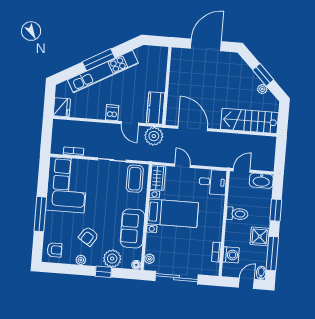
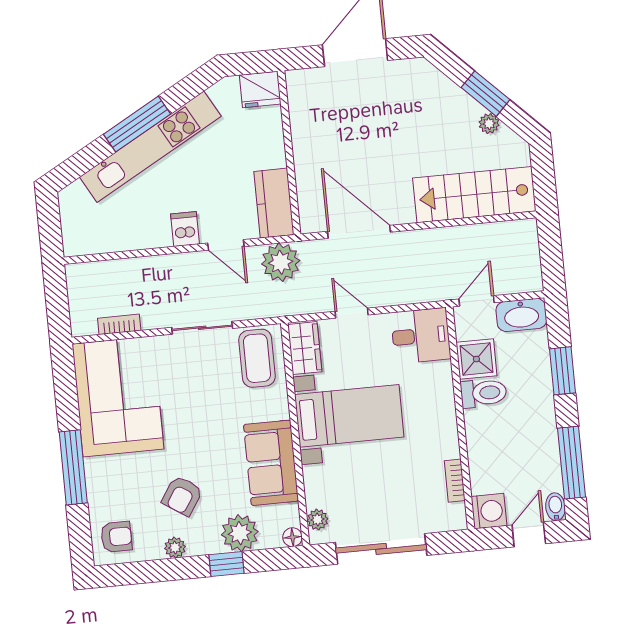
fridge: (62, 107) -> (260, 89), moved, turned 90
shower: (260, 236) -> (476, 359), moved
washing machine: (231, 255) -> (489, 511), moved

